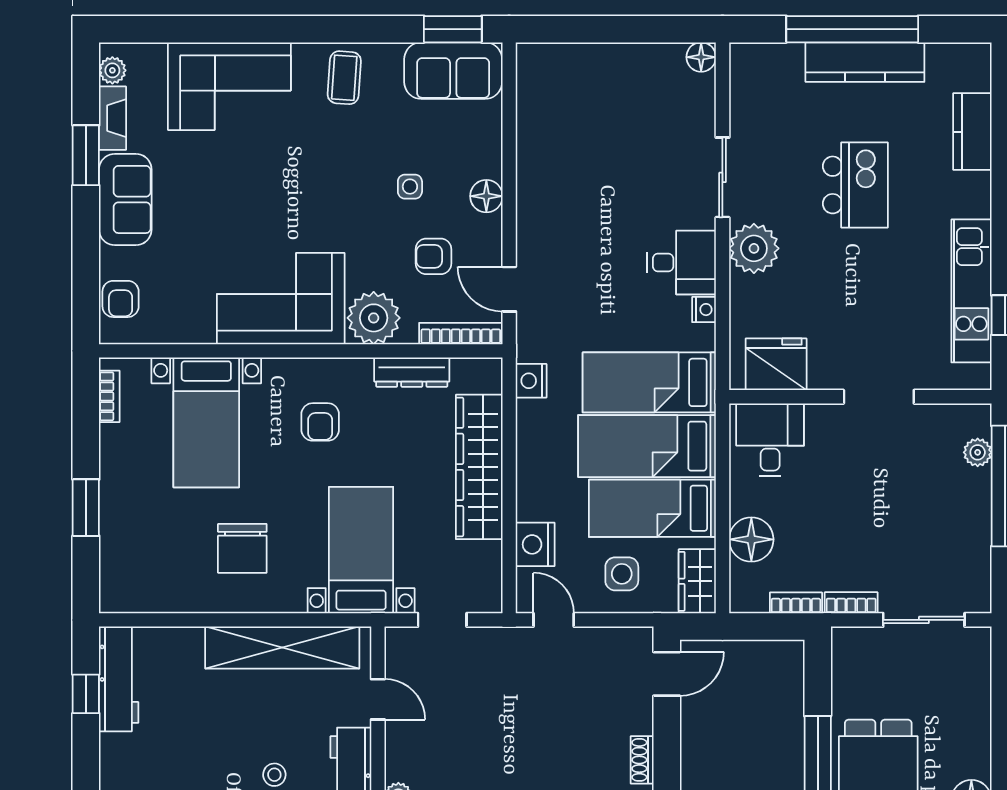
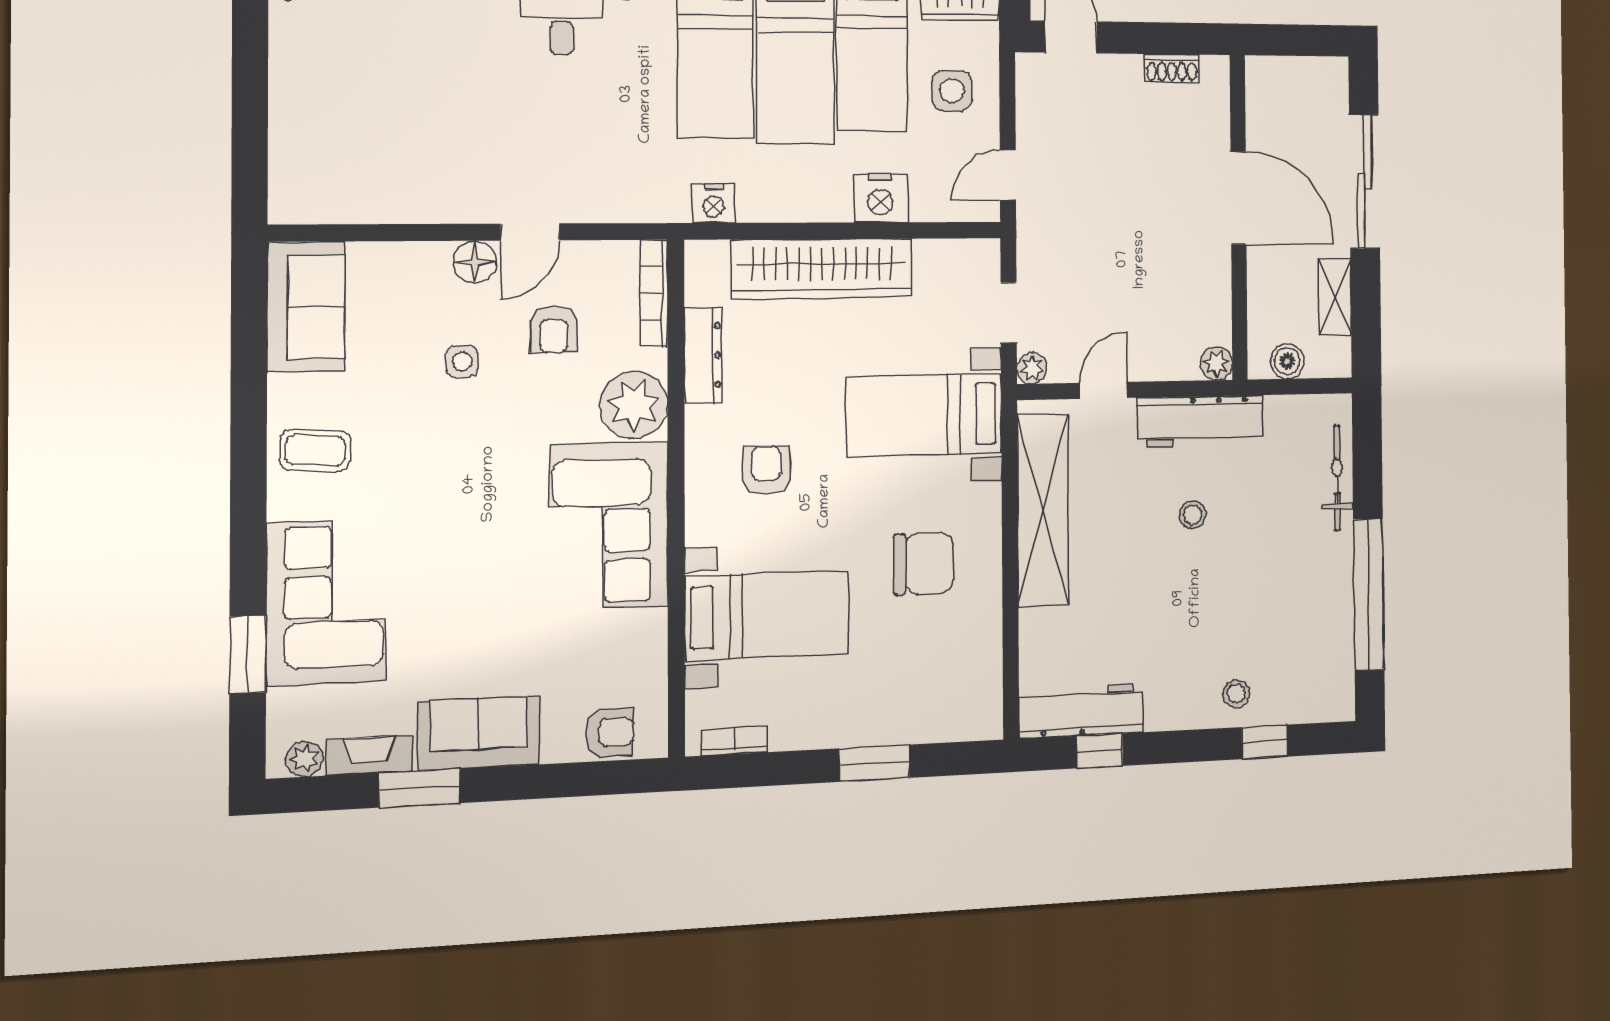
window: (453, 29) -> (248, 655), moved
door: (509, 289) -> (530, 232), moved
armchair: (320, 422) -> (766, 470), turned -90
nightstand: (535, 544) -> (880, 198), moved
plant: (397, 639) -> (1032, 368), added

